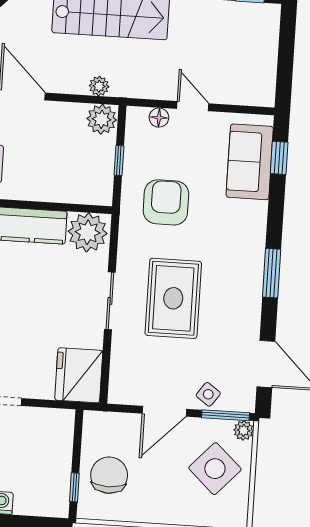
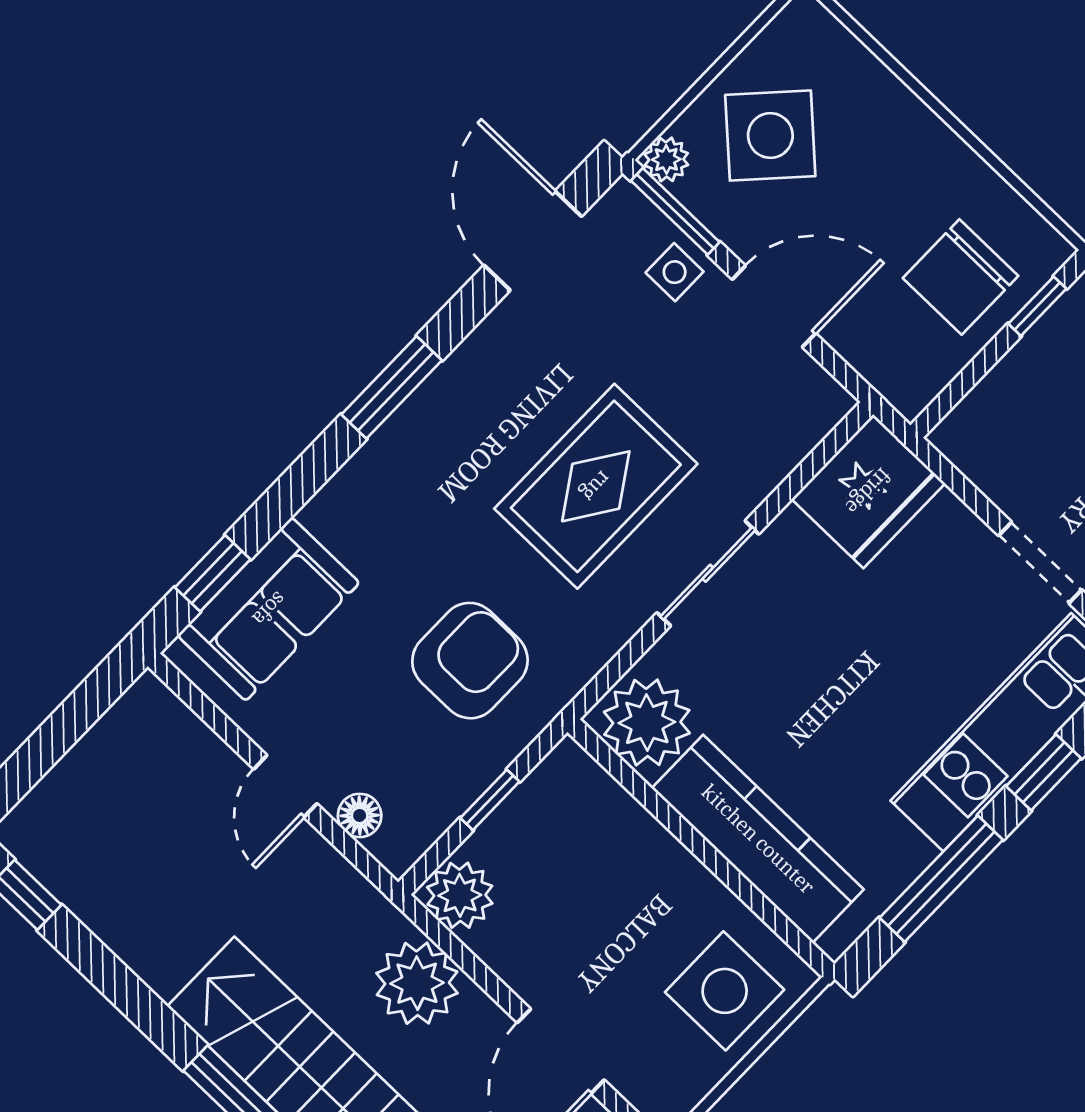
plant: (99, 86) -> (417, 983), width x1.87, depth x1.87
armchair: (166, 202) -> (470, 661), turned 180
side table: (208, 394) -> (675, 272), turned -36

